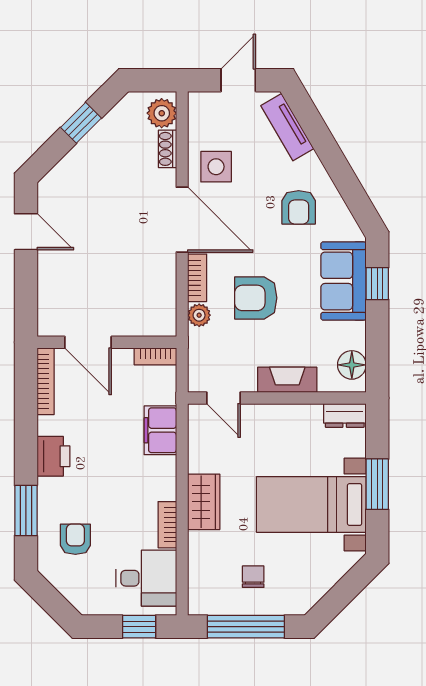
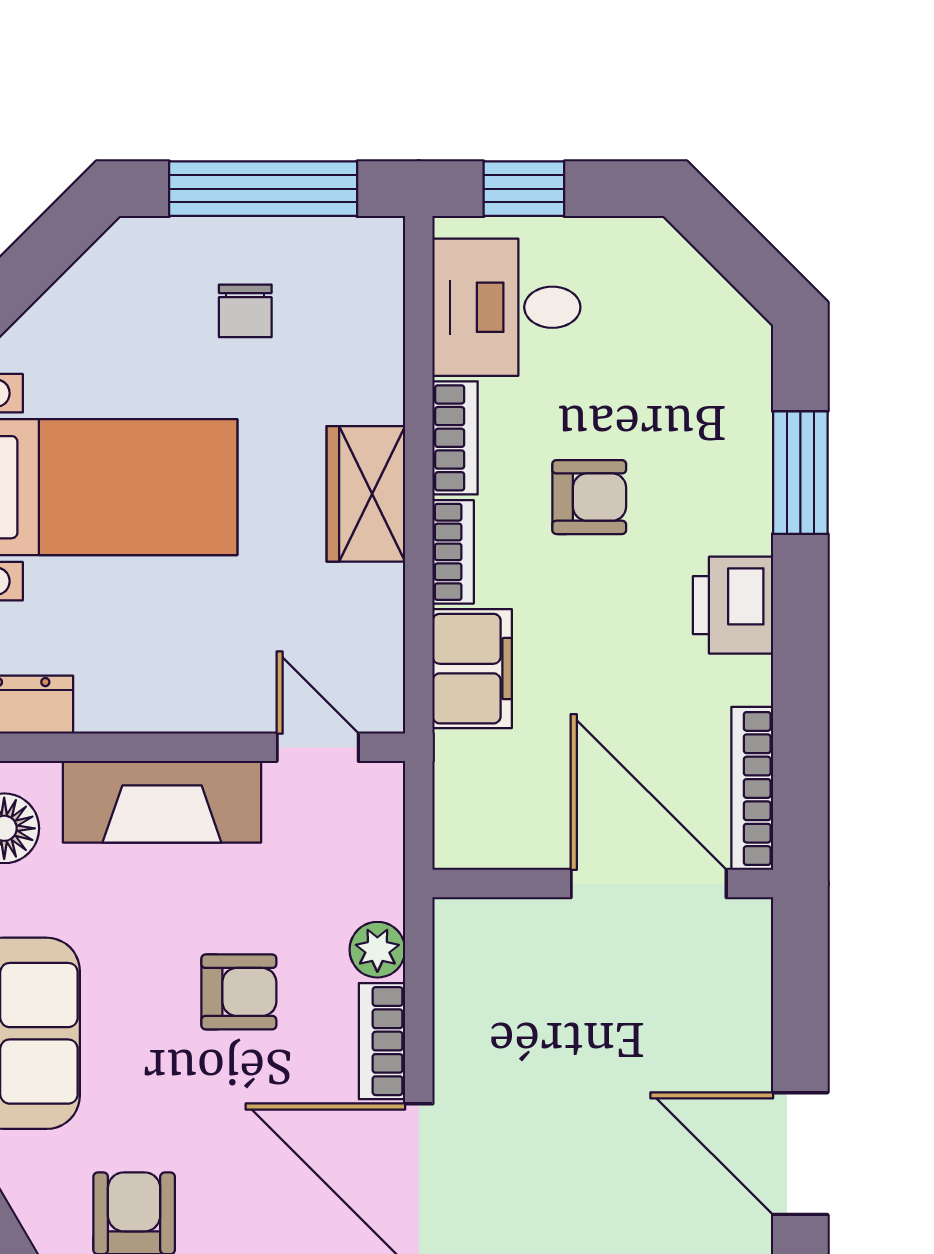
door: (26, 232) -> (800, 1154), width x1.38
armchair: (256, 298) -> (239, 992), width x0.72, depth x0.72
door: (88, 342) -> (649, 884), width x1.36
bookcase: (155, 356) -> (453, 552), moved, turned 90
fireplace: (287, 380) -> (162, 802), width x1.37, depth x1.32
armchair: (75, 539) -> (589, 497), moved, turned -90

